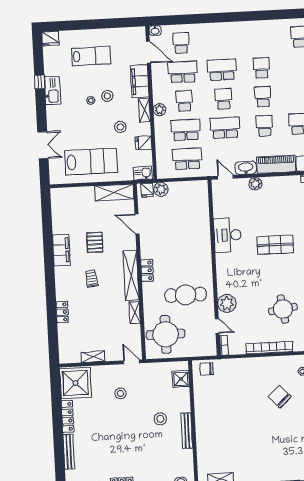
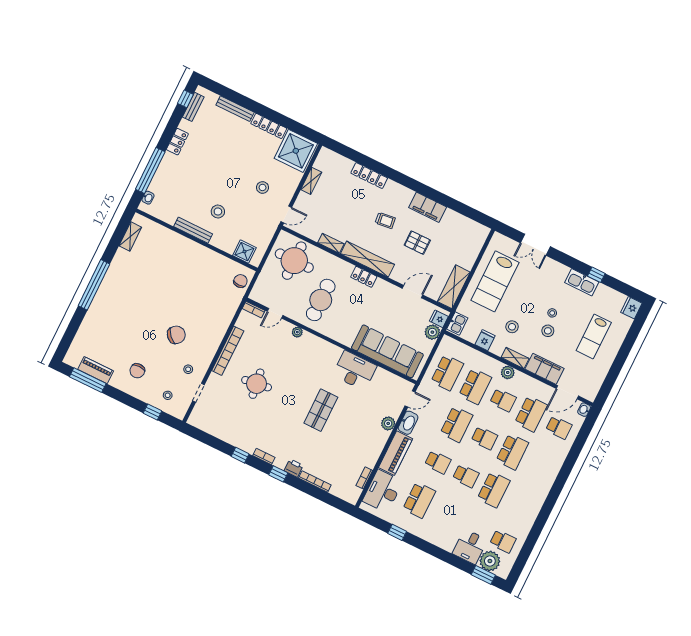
school desk: (261, 68) -> (494, 490), width x1.85
sofa: (197, 217) -> (387, 351), added
plant: (227, 303) -> (297, 332), width x0.53, depth x0.53
locker: (62, 312) -> (369, 176), width x1.53

